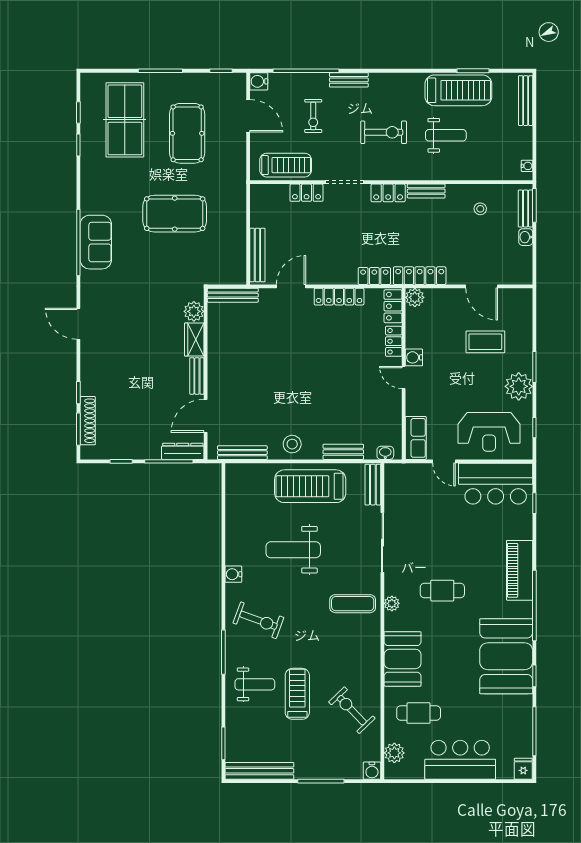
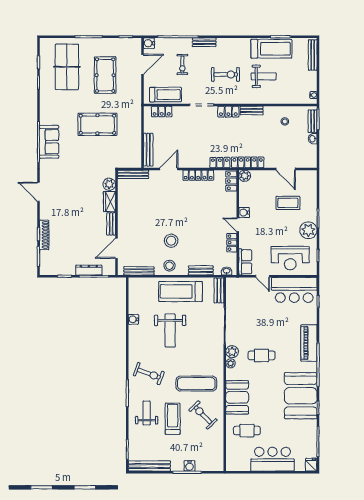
door: (248, 116) -> (142, 64), hinge flipped
locker: (307, 193) -> (162, 111), moved
locker: (394, 341) -> (232, 243), moved
stool: (295, 403) -> (171, 241), added
shoe rack: (88, 421) -> (44, 235), moved
dresser: (183, 451) -> (89, 270), moved
weight bench: (293, 550) -> (170, 330), turned -90
water cooler: (233, 574) -> (133, 319), moved
exercise mat: (353, 604) -> (196, 384), moved, width x1.36, depth x1.45
weight bench: (255, 684) -> (147, 413), turned -90
exercise bike: (352, 710) -> (203, 415), moved
plant: (394, 753) -> (232, 352), moved
water cooler: (372, 771) -> (190, 466), moved

